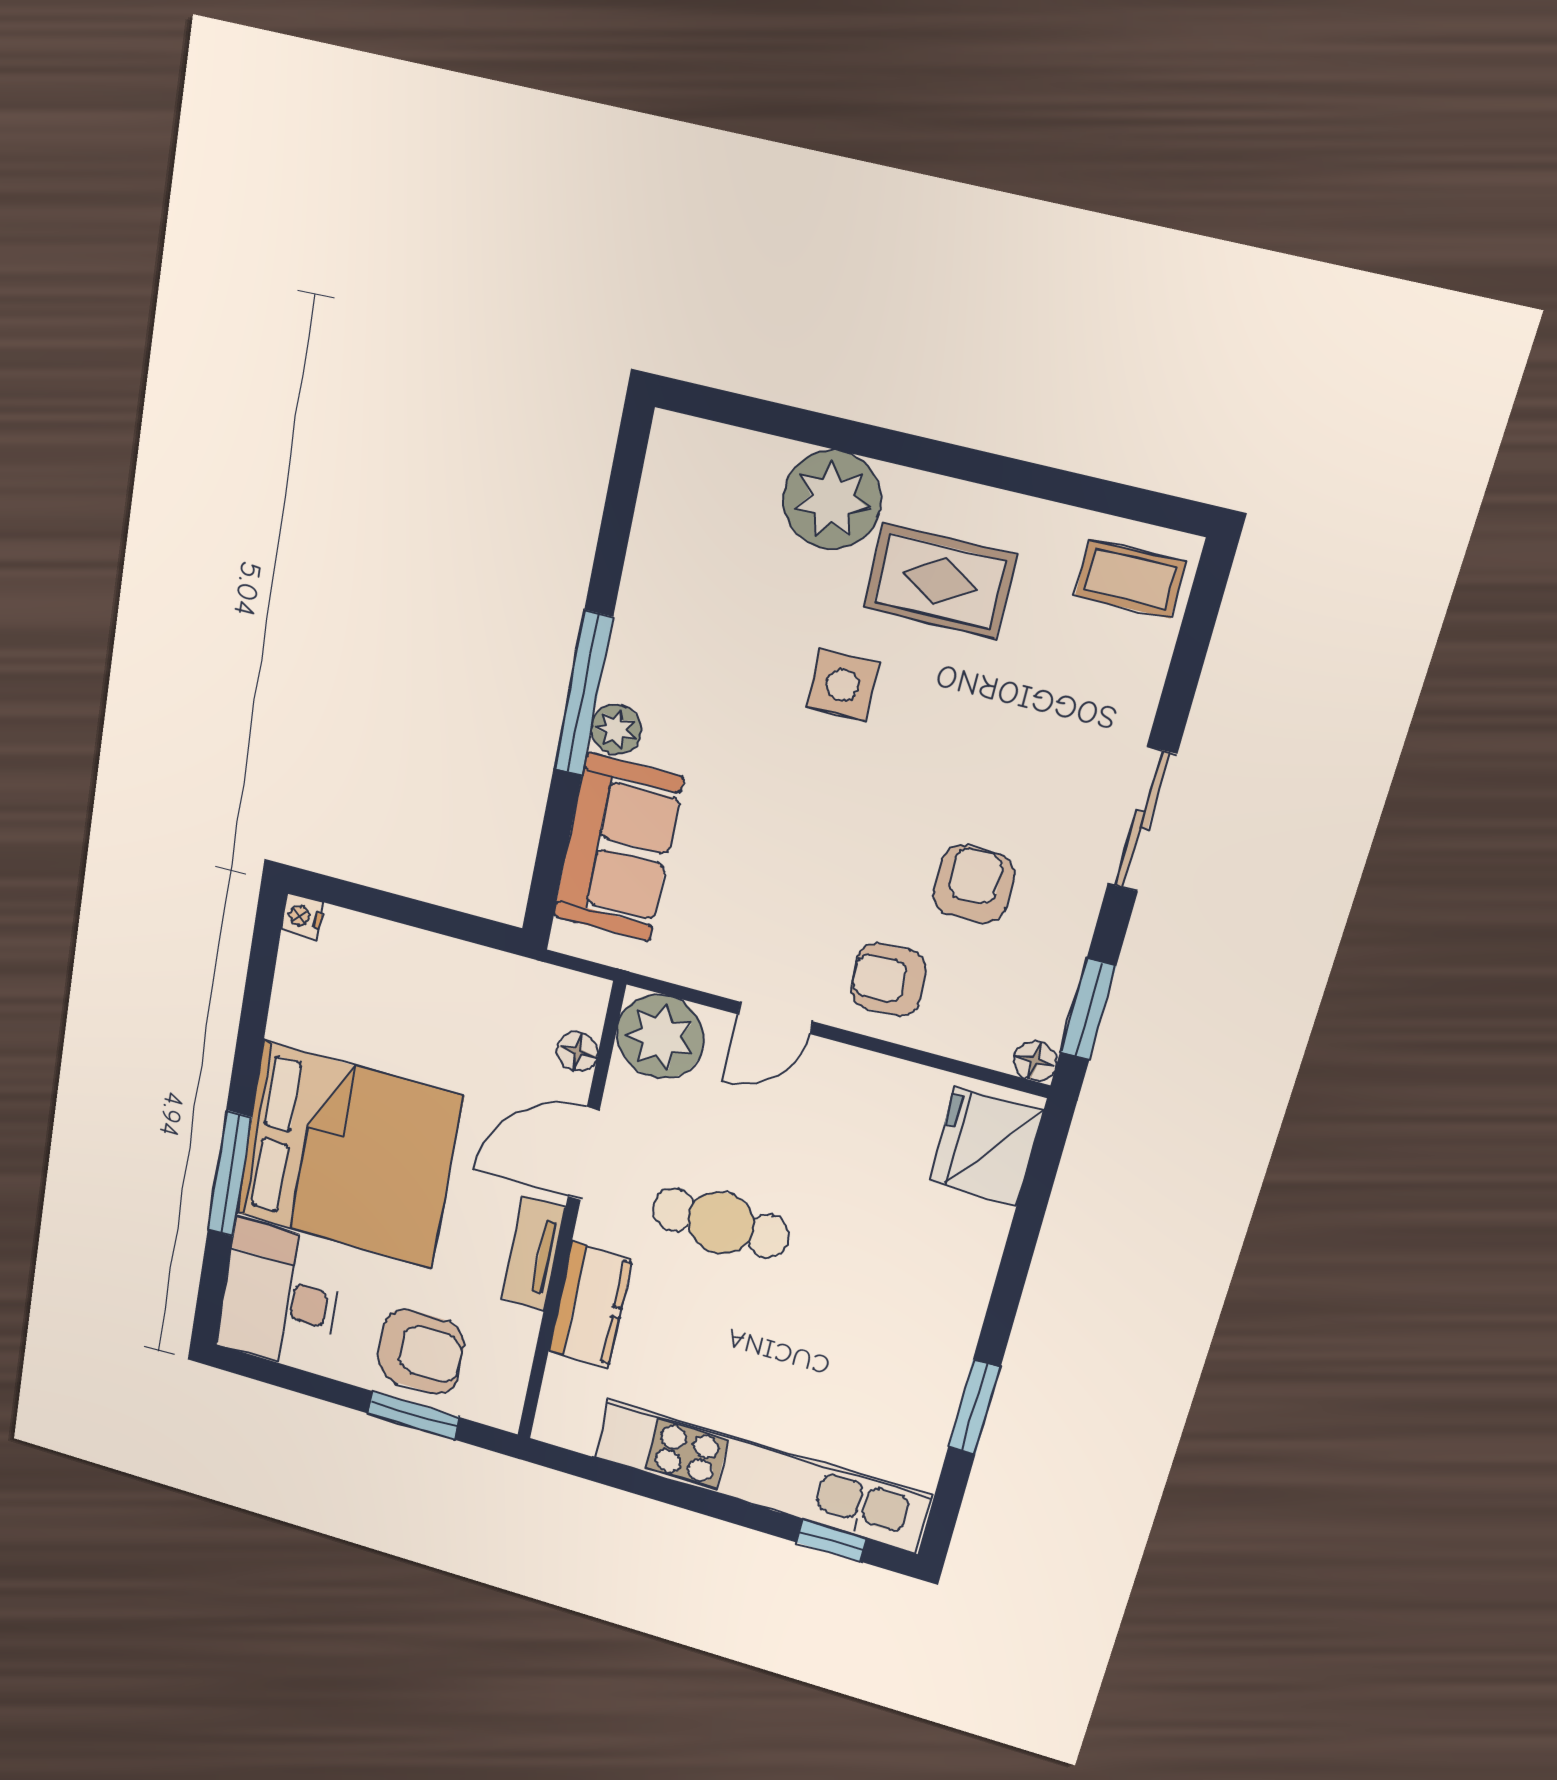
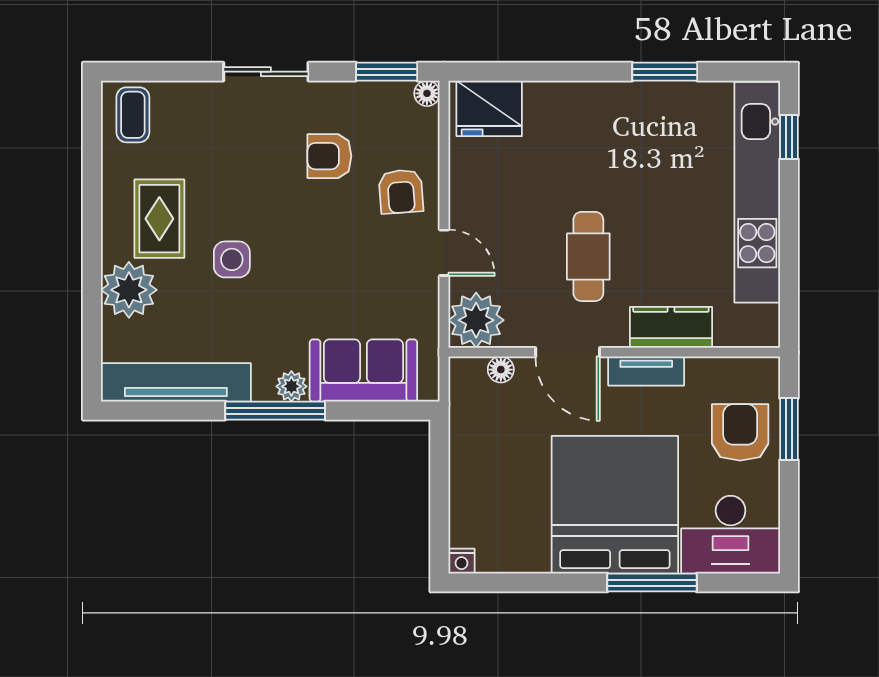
tv unit: (661, 543) -> (176, 382), added

